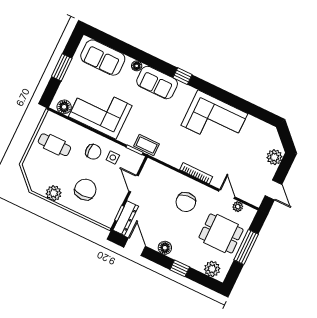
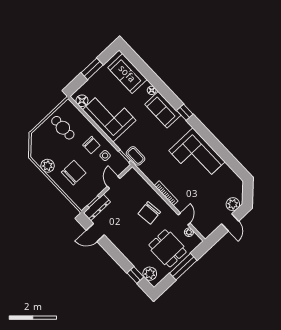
door: (273, 190) -> (230, 222), moved
door: (135, 247) -> (95, 233), swing flipped
floor lamp: (165, 248) -> (119, 243), removed
window: (180, 268) -> (135, 275), moved

